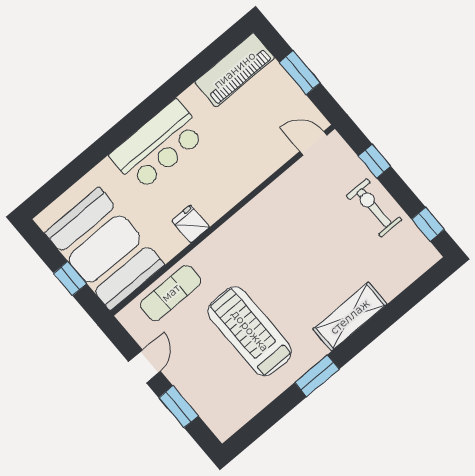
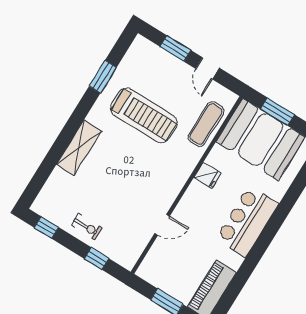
door: (313, 143) -> (162, 225), moved
exercise bike: (374, 208) -> (87, 227), width x0.73, depth x0.72
window: (70, 278) -> (277, 112), width x1.50
window: (317, 376) -> (103, 77), moved

